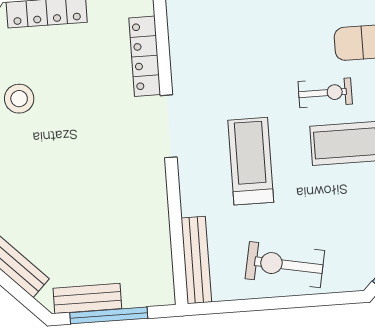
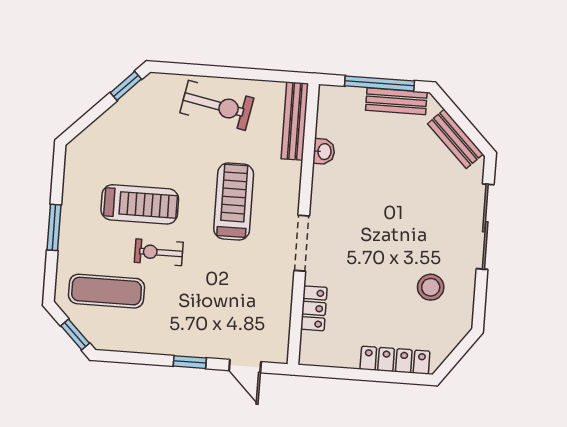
locker: (145, 56) -> (314, 308), width x0.66
treadmill: (251, 161) -> (234, 201), turned 180
washbasin: (159, 231) -> (324, 152), added

